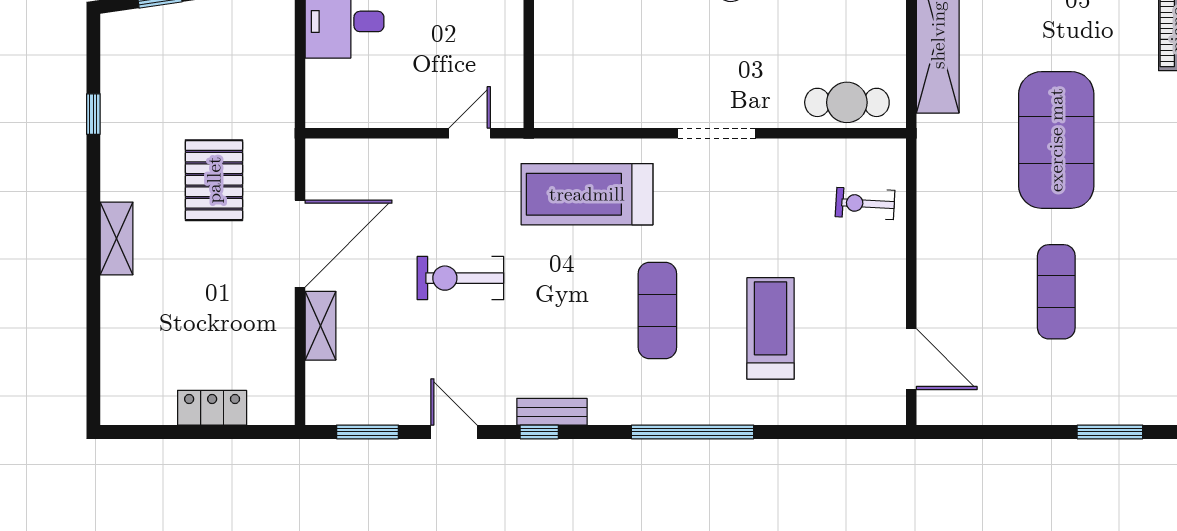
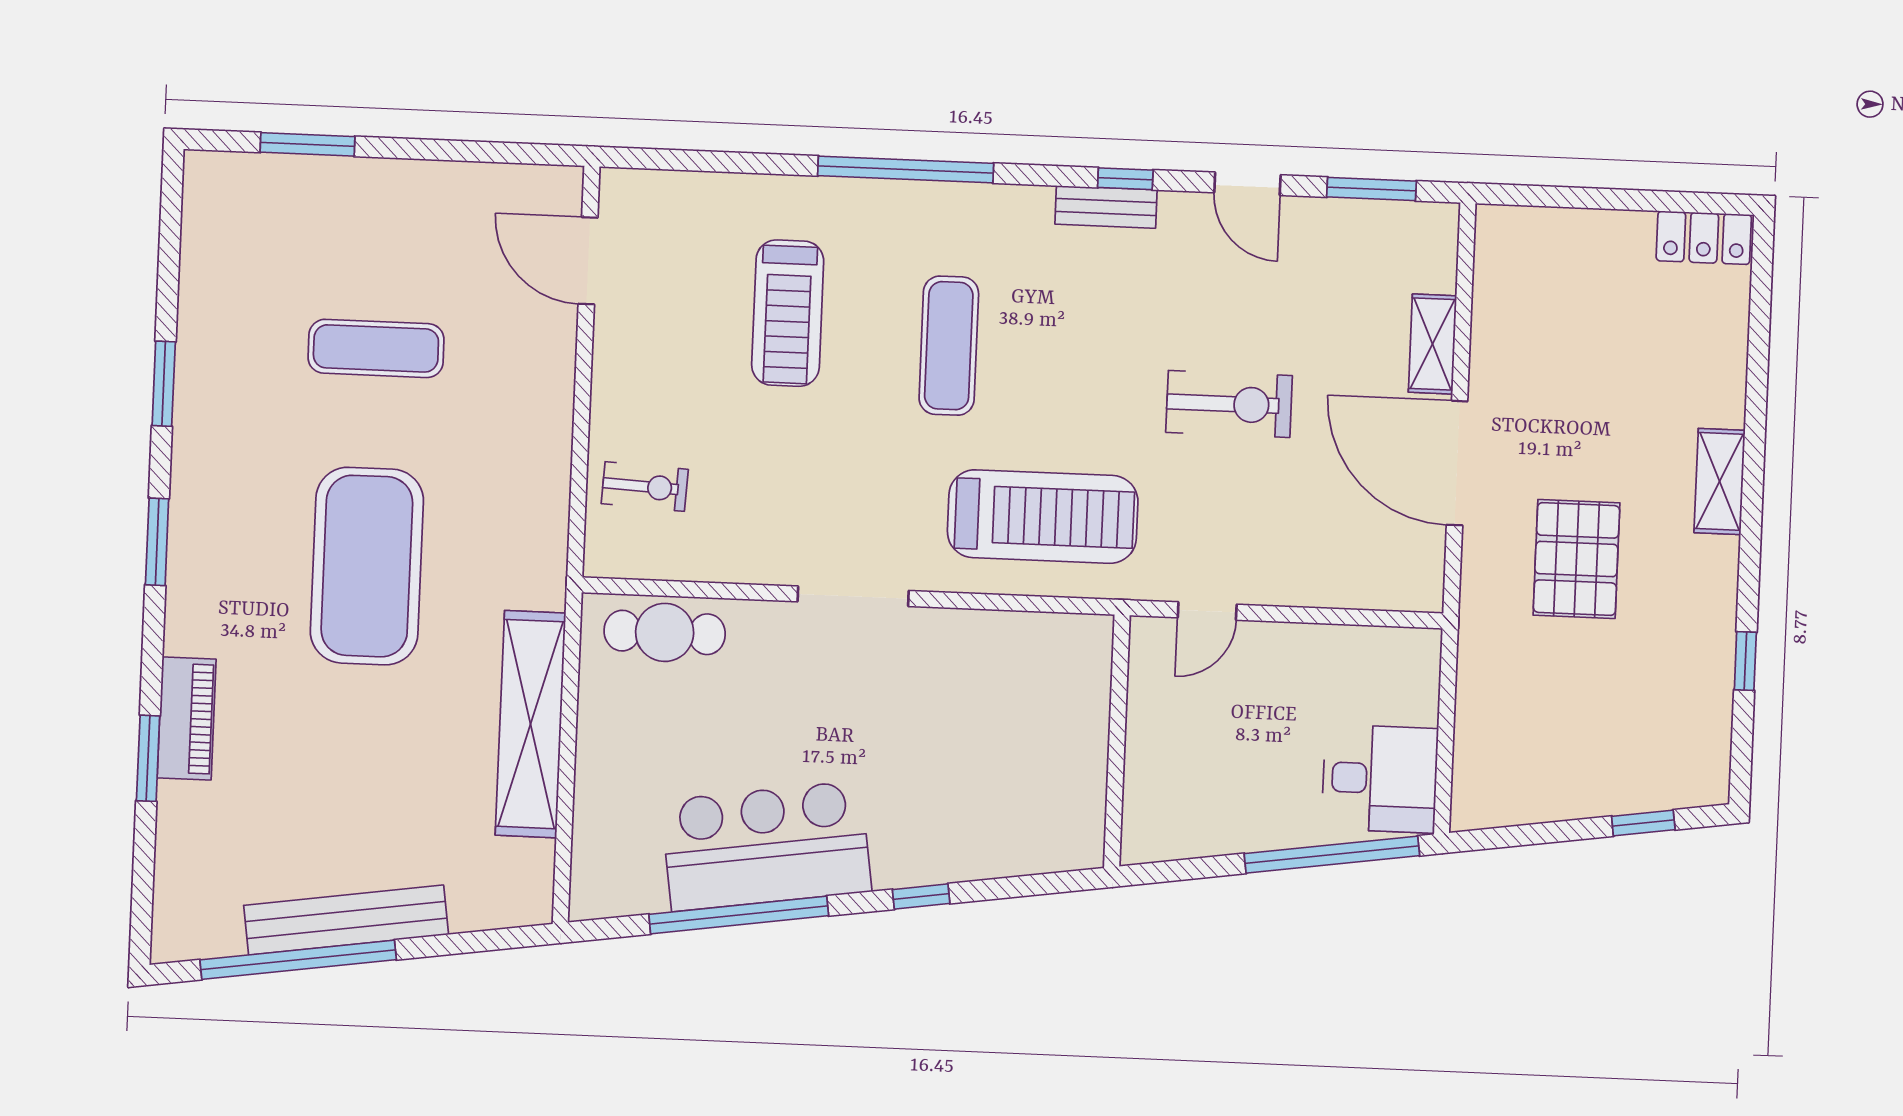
door: (300, 244) -> (1457, 463), hinge flipped
exercise mat: (1056, 292) -> (376, 348), turned 90
locker: (212, 408) -> (1704, 238), moved

